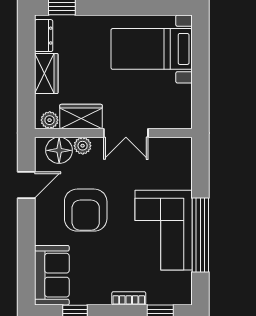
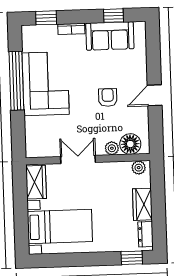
wardrobe: (81, 117) -> (36, 182), moved, turned -90
door: (26, 185) -> (155, 95), moved
armchair: (86, 210) -> (108, 97), width x0.53, depth x0.53
sofa: (52, 275) -> (110, 36), moved, turned -90

